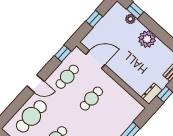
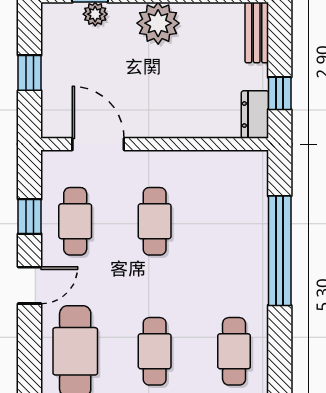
window: (63, 53) -> (30, 216), moved
door: (95, 60) -> (98, 144), hinge flipped

